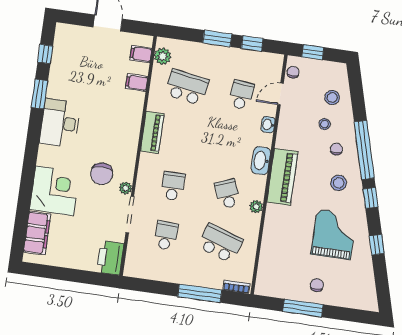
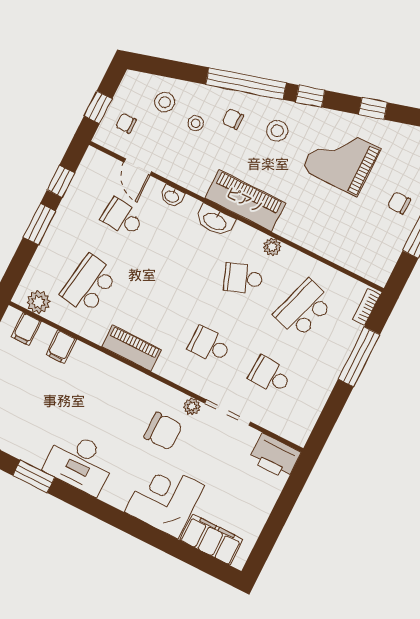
chair: (293, 72) -> (126, 123), moved

